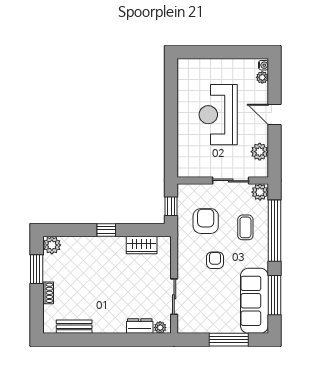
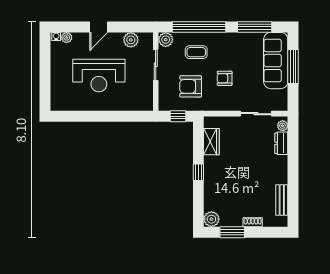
sofa: (254, 301) -> (276, 61), moved, turned 90

